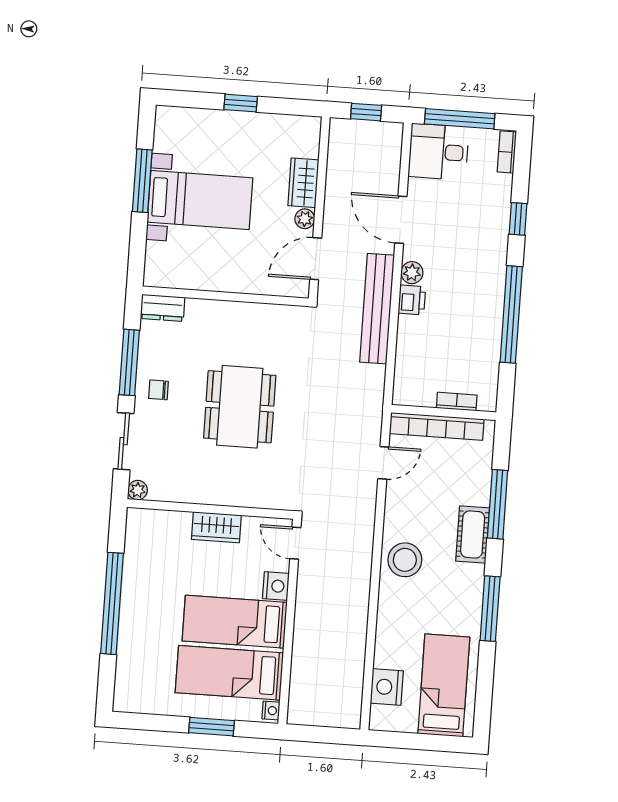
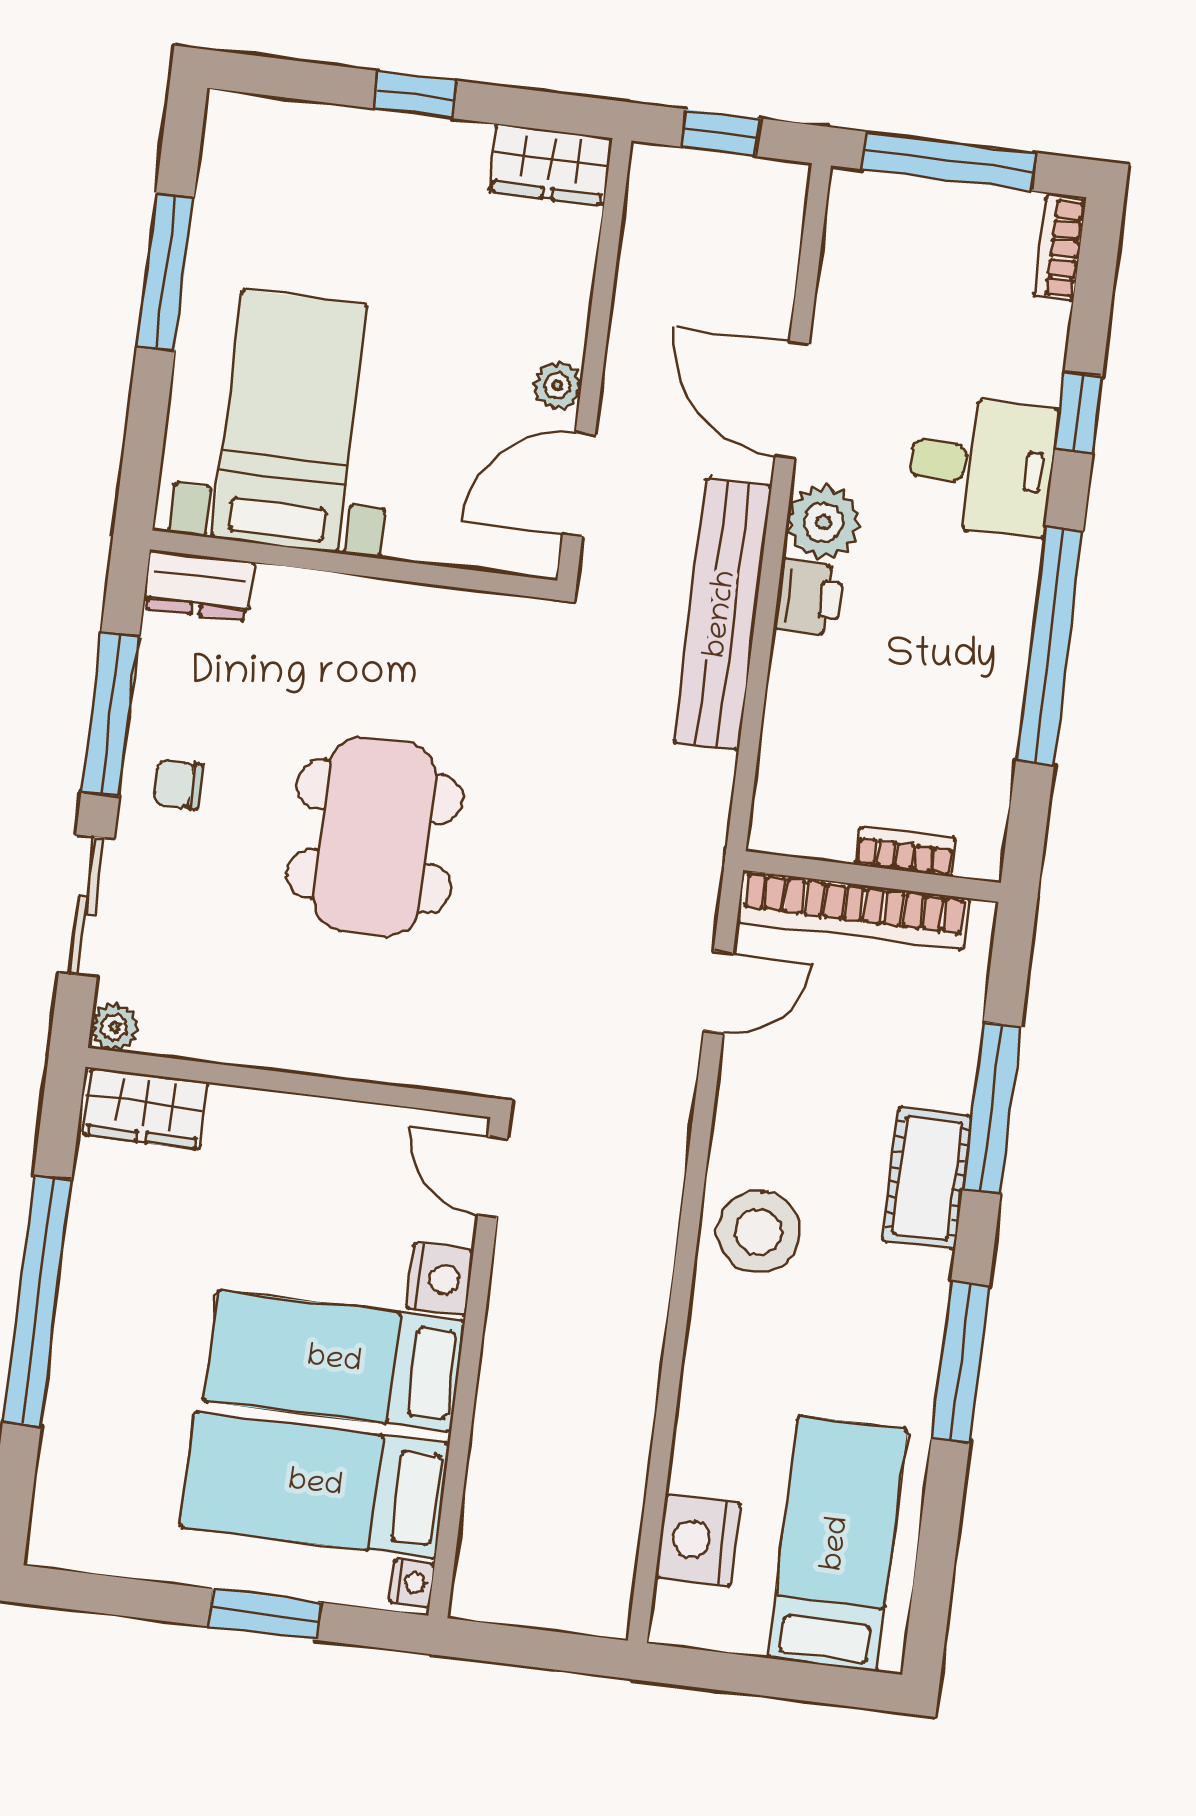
desk: (439, 152) -> (982, 466), moved, turned 180
wardrobe: (303, 183) -> (550, 165), moved, turned -90
bed with nightstands: (200, 200) -> (290, 421), moved, turned -90
plant: (412, 273) -> (824, 522), width x1.38, depth x1.38
wardrobe: (216, 527) -> (145, 1108), moved

